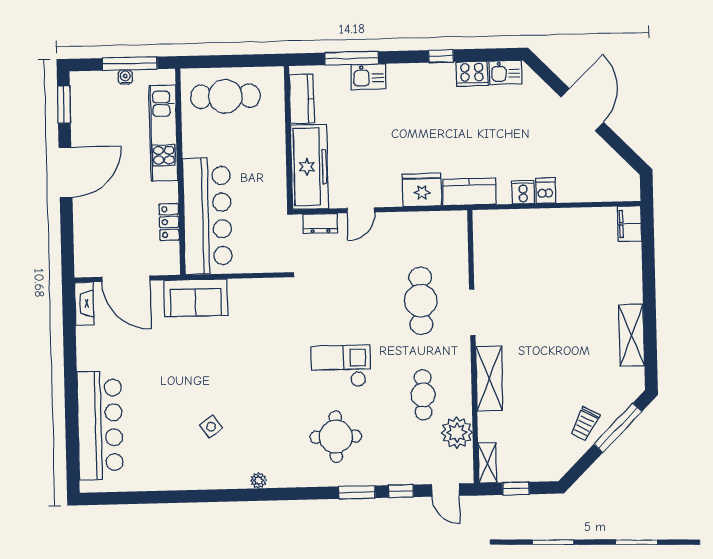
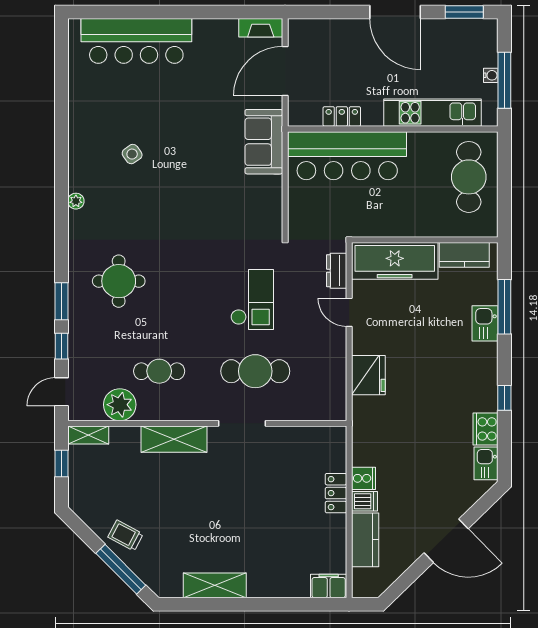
kitchen counter: (469, 192) -> (365, 540), moved
locker: (538, 219) -> (336, 493), added
checkout: (341, 366) -> (252, 299), moved

